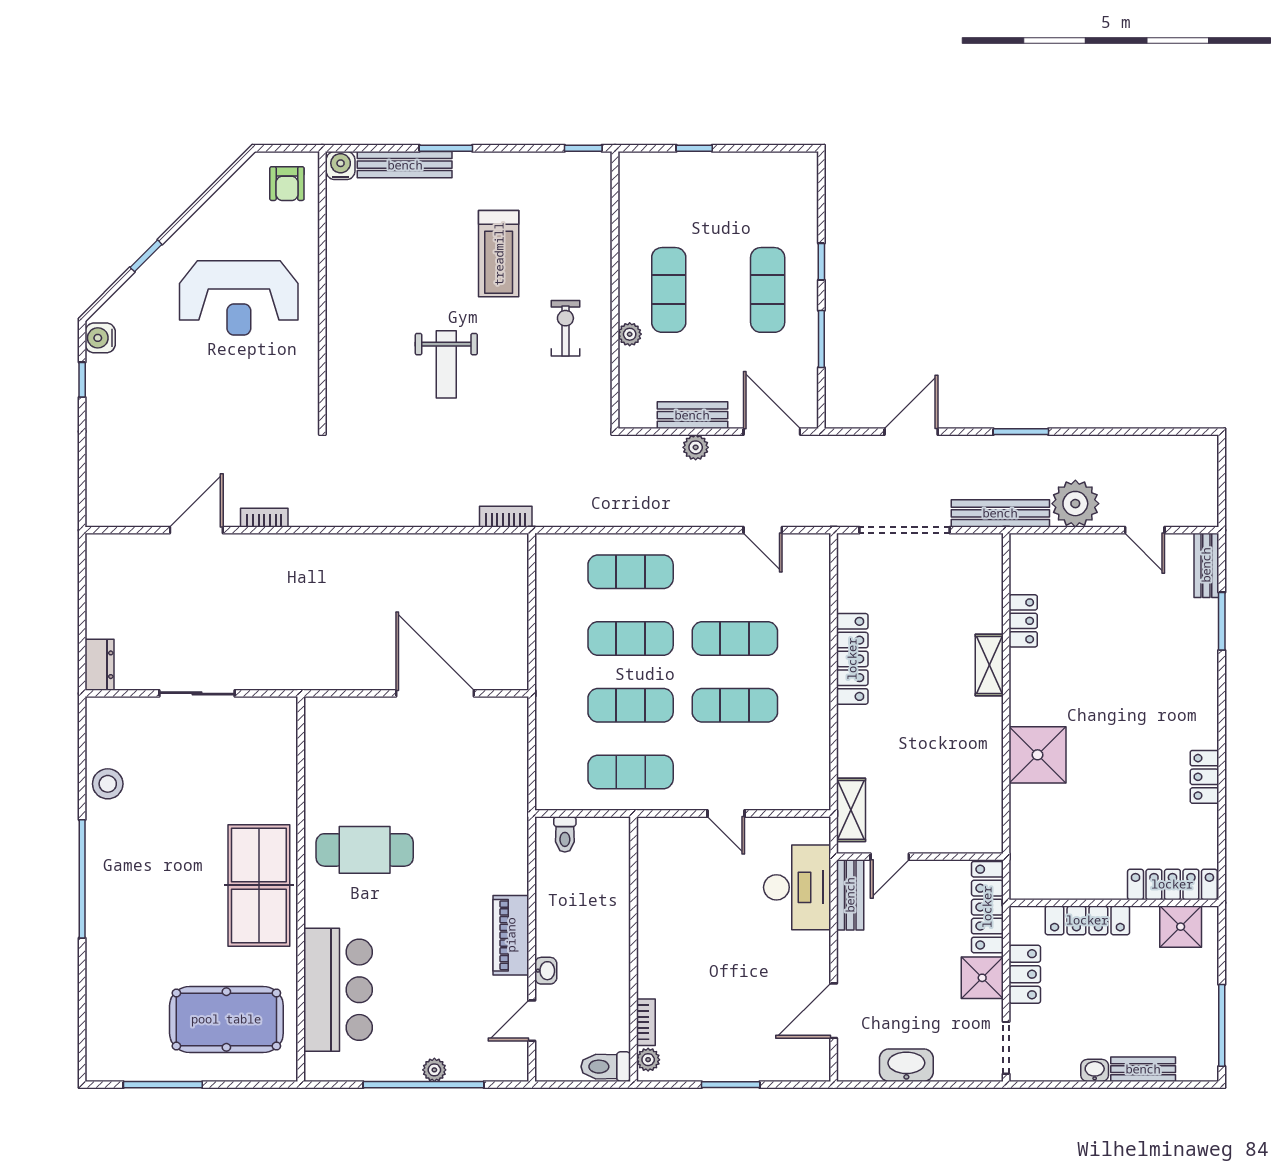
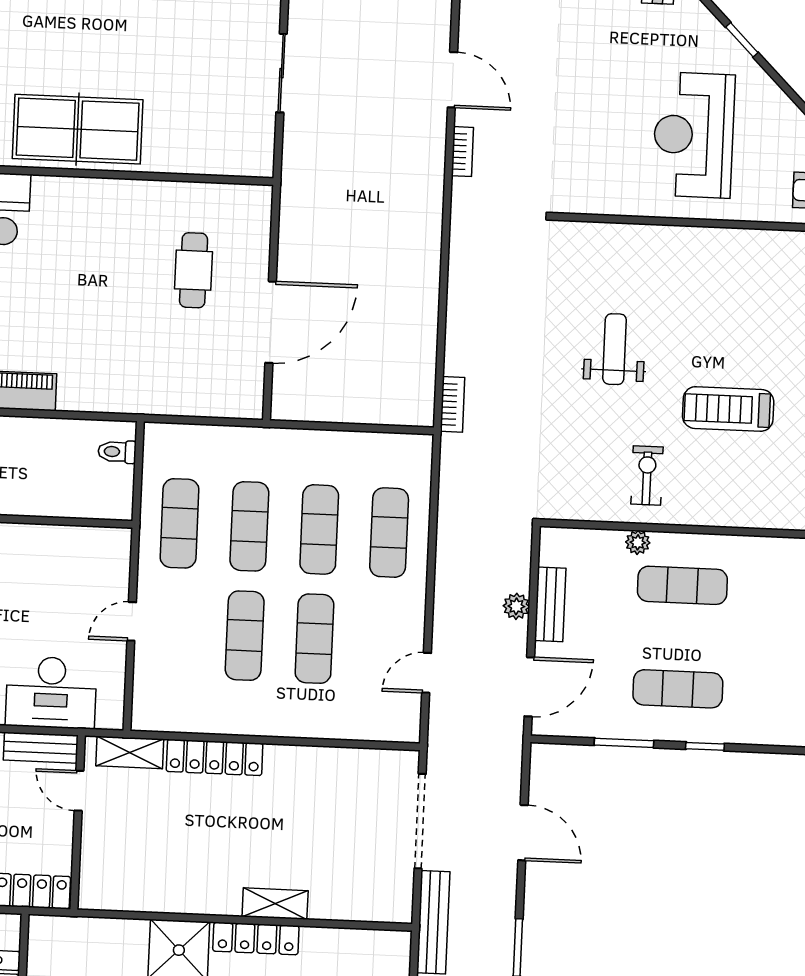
exercise bike: (565, 328) -> (647, 475), turned -90
weight bench: (446, 364) -> (615, 349), turned 90
locker: (1023, 621) -> (256, 938), moved, width x1.53
locker: (852, 659) -> (215, 757), moved
cafe table: (365, 850) -> (194, 270), moved, width x0.73, depth x0.74

